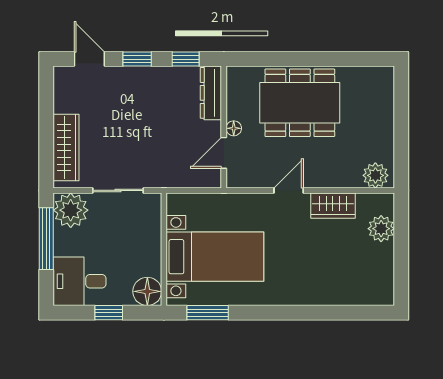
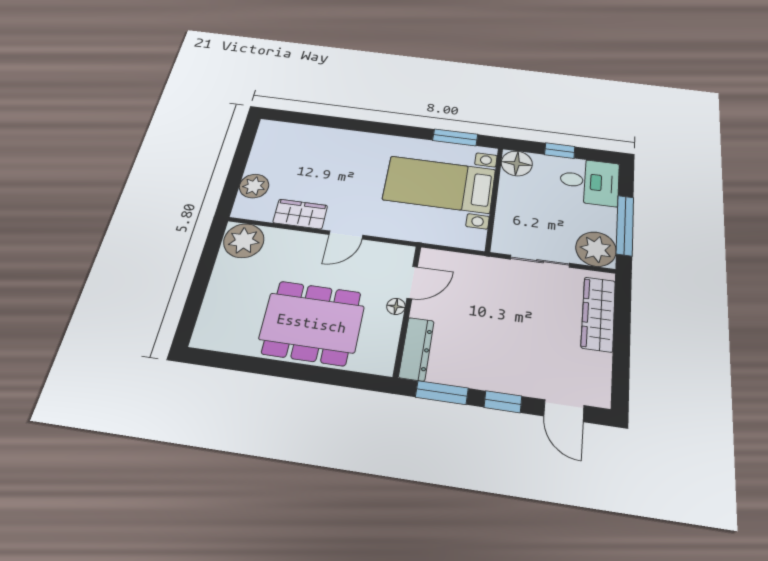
window: (186, 59) -> (442, 393), width x1.50
plant: (375, 175) -> (244, 241), width x1.36, depth x1.36

